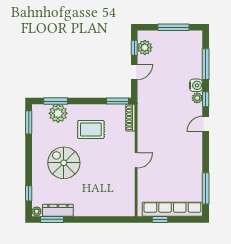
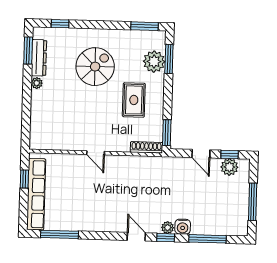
plant: (37, 211) -> (37, 83), moved

